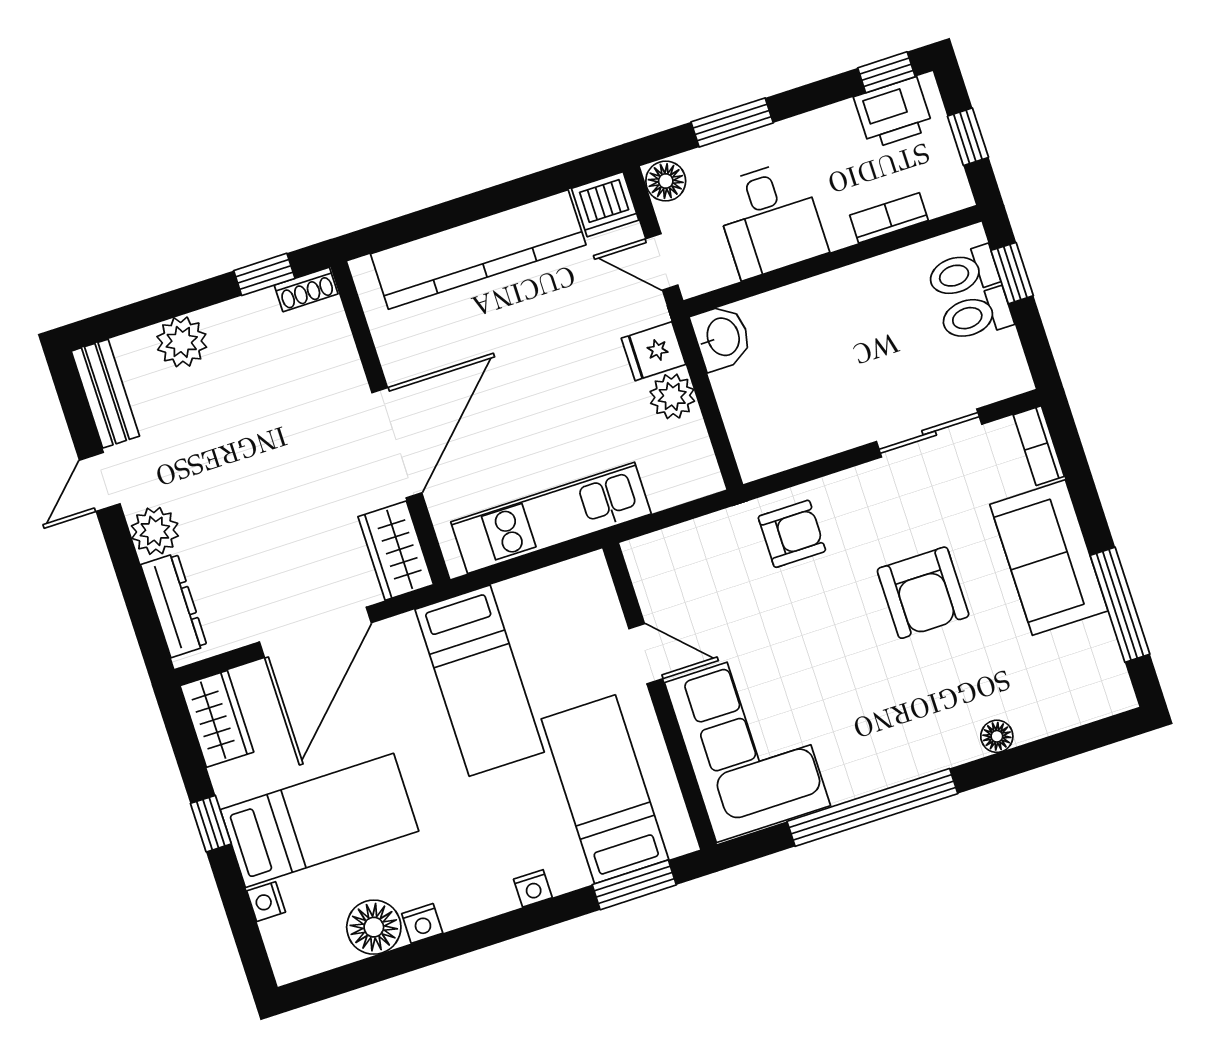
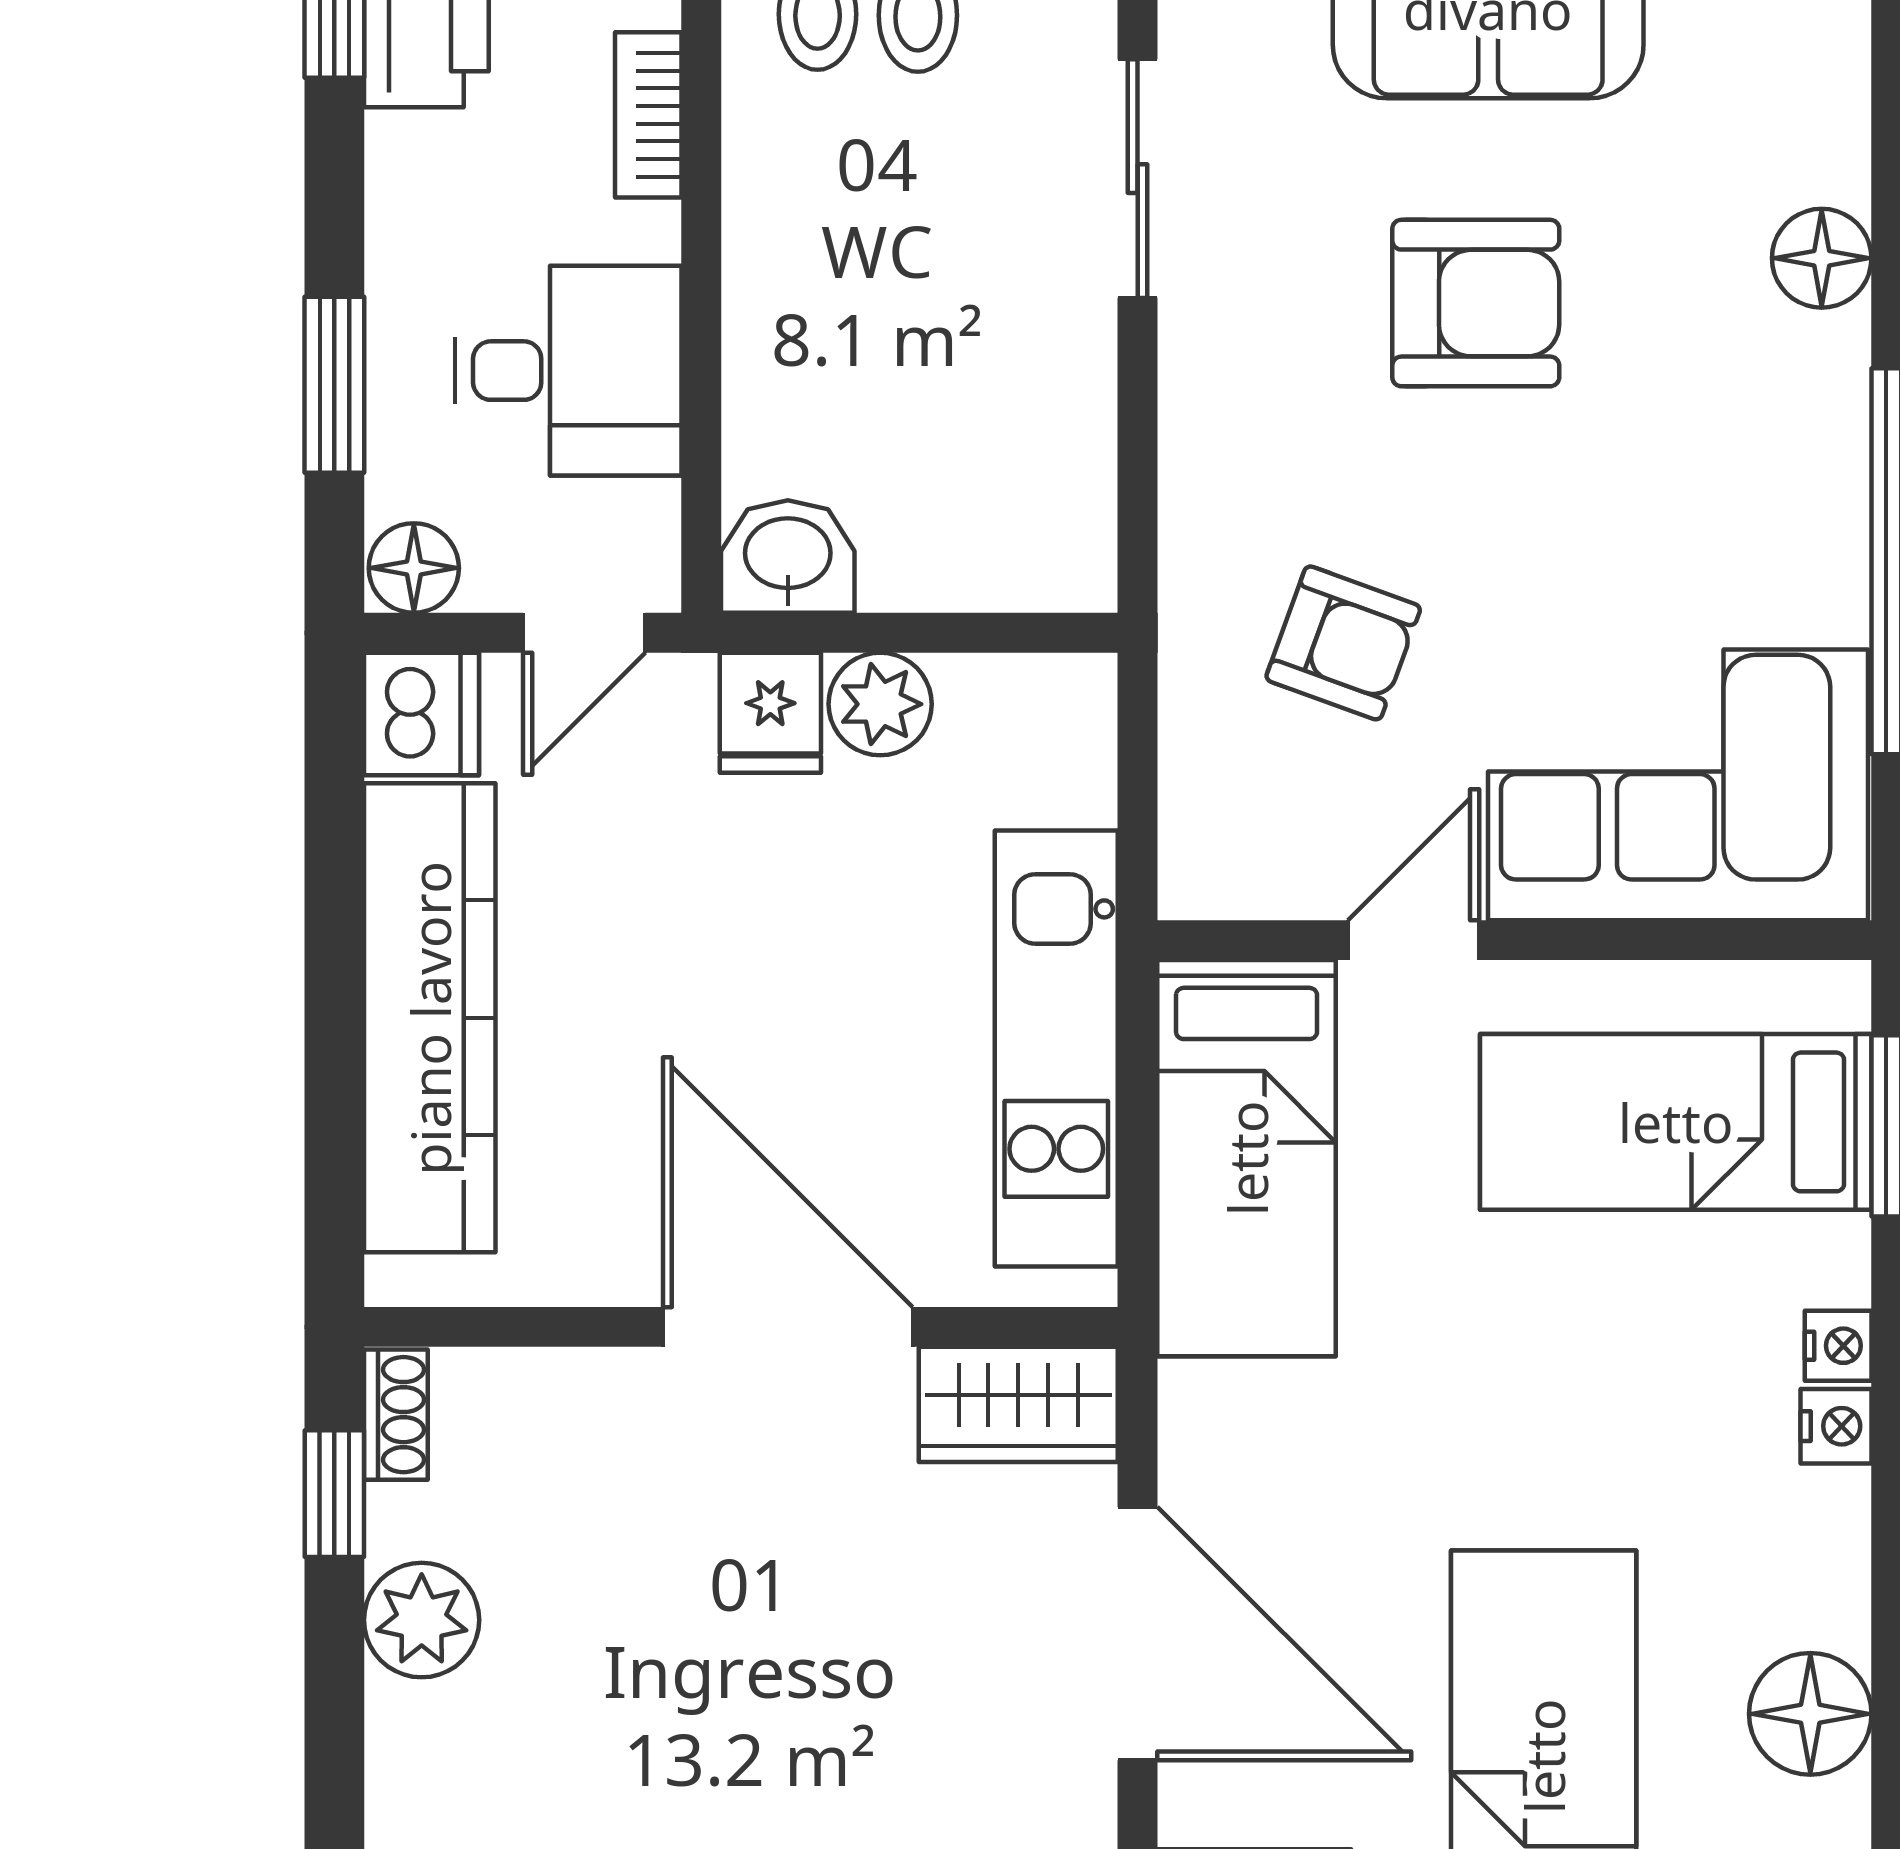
plant: (182, 342) -> (422, 1620), moved
armchair: (792, 534) -> (1343, 643), moved, turned 110
bed: (480, 681) -> (1247, 1158), moved, turned 90
floor lamp: (997, 736) -> (1822, 258), width x1.37, depth x1.37
nightstand: (422, 923) -> (1836, 1426), moved

